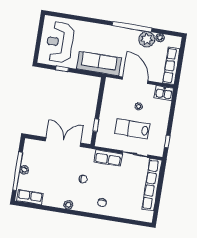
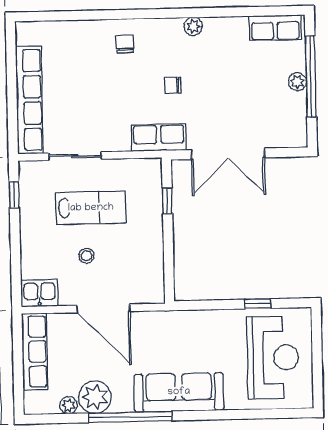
sofa: (99, 63) -> (179, 392), moved, turned 180
row of seats: (108, 158) -> (159, 138), moved

